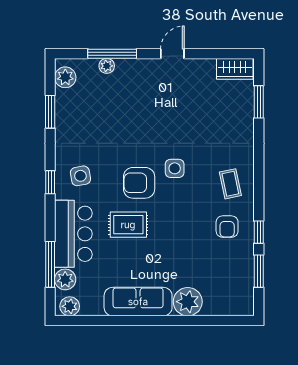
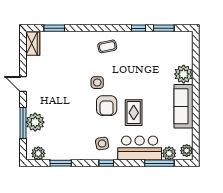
plant: (107, 66) -> (35, 122), width x1.88, depth x1.88
armchair: (227, 227) -> (135, 49), removed

